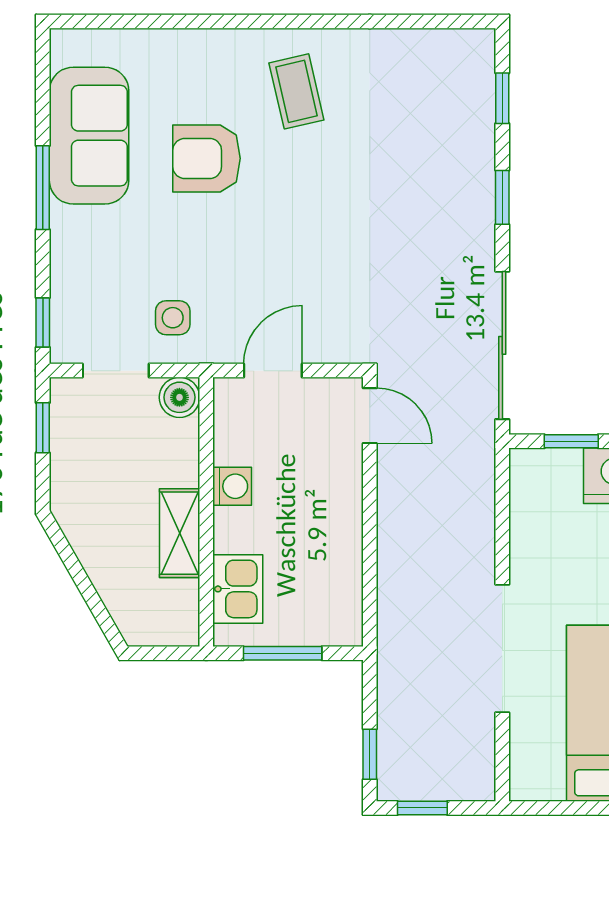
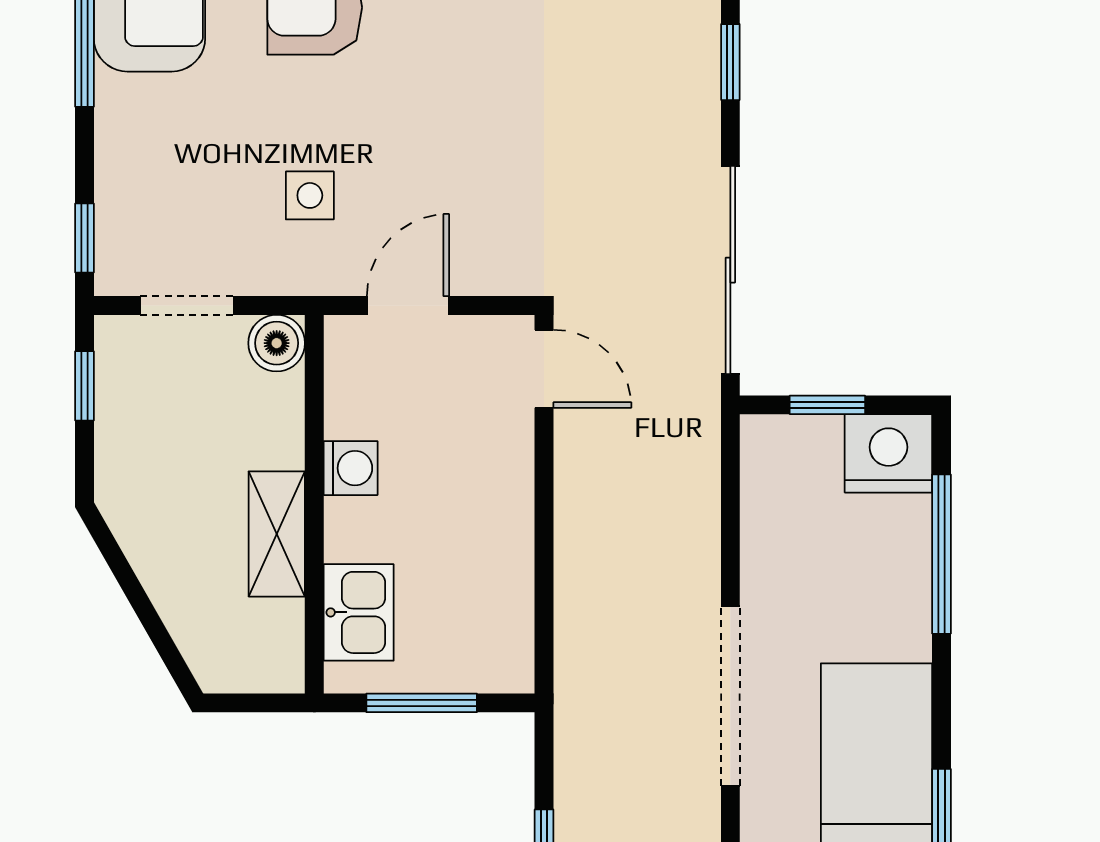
side table: (173, 318) -> (310, 195), moved

